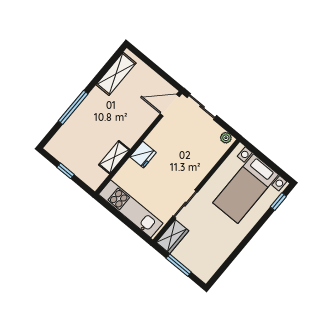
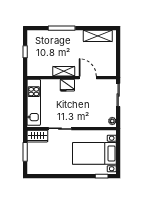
door: (170, 105) -> (88, 78), moved
shelving: (114, 157) -> (64, 71), moved

